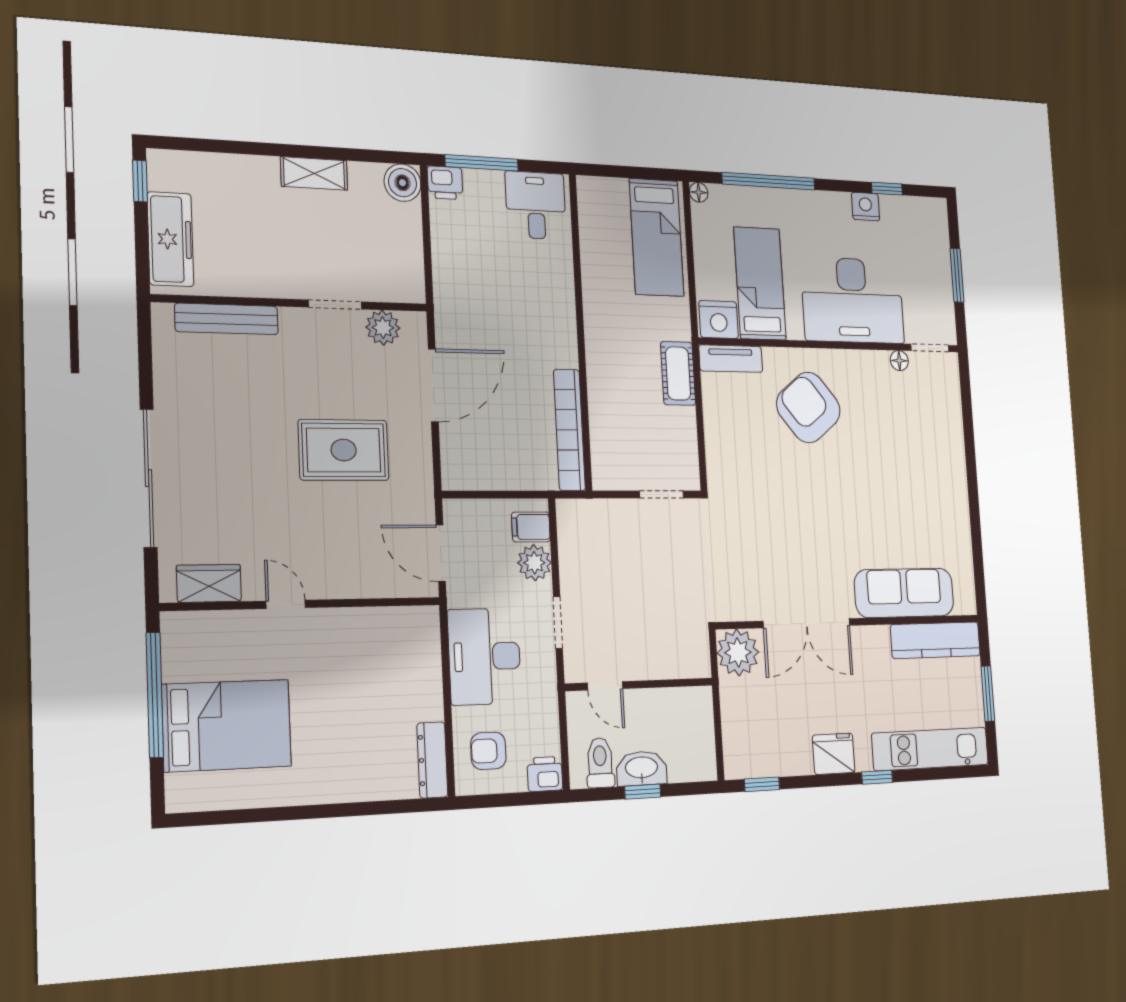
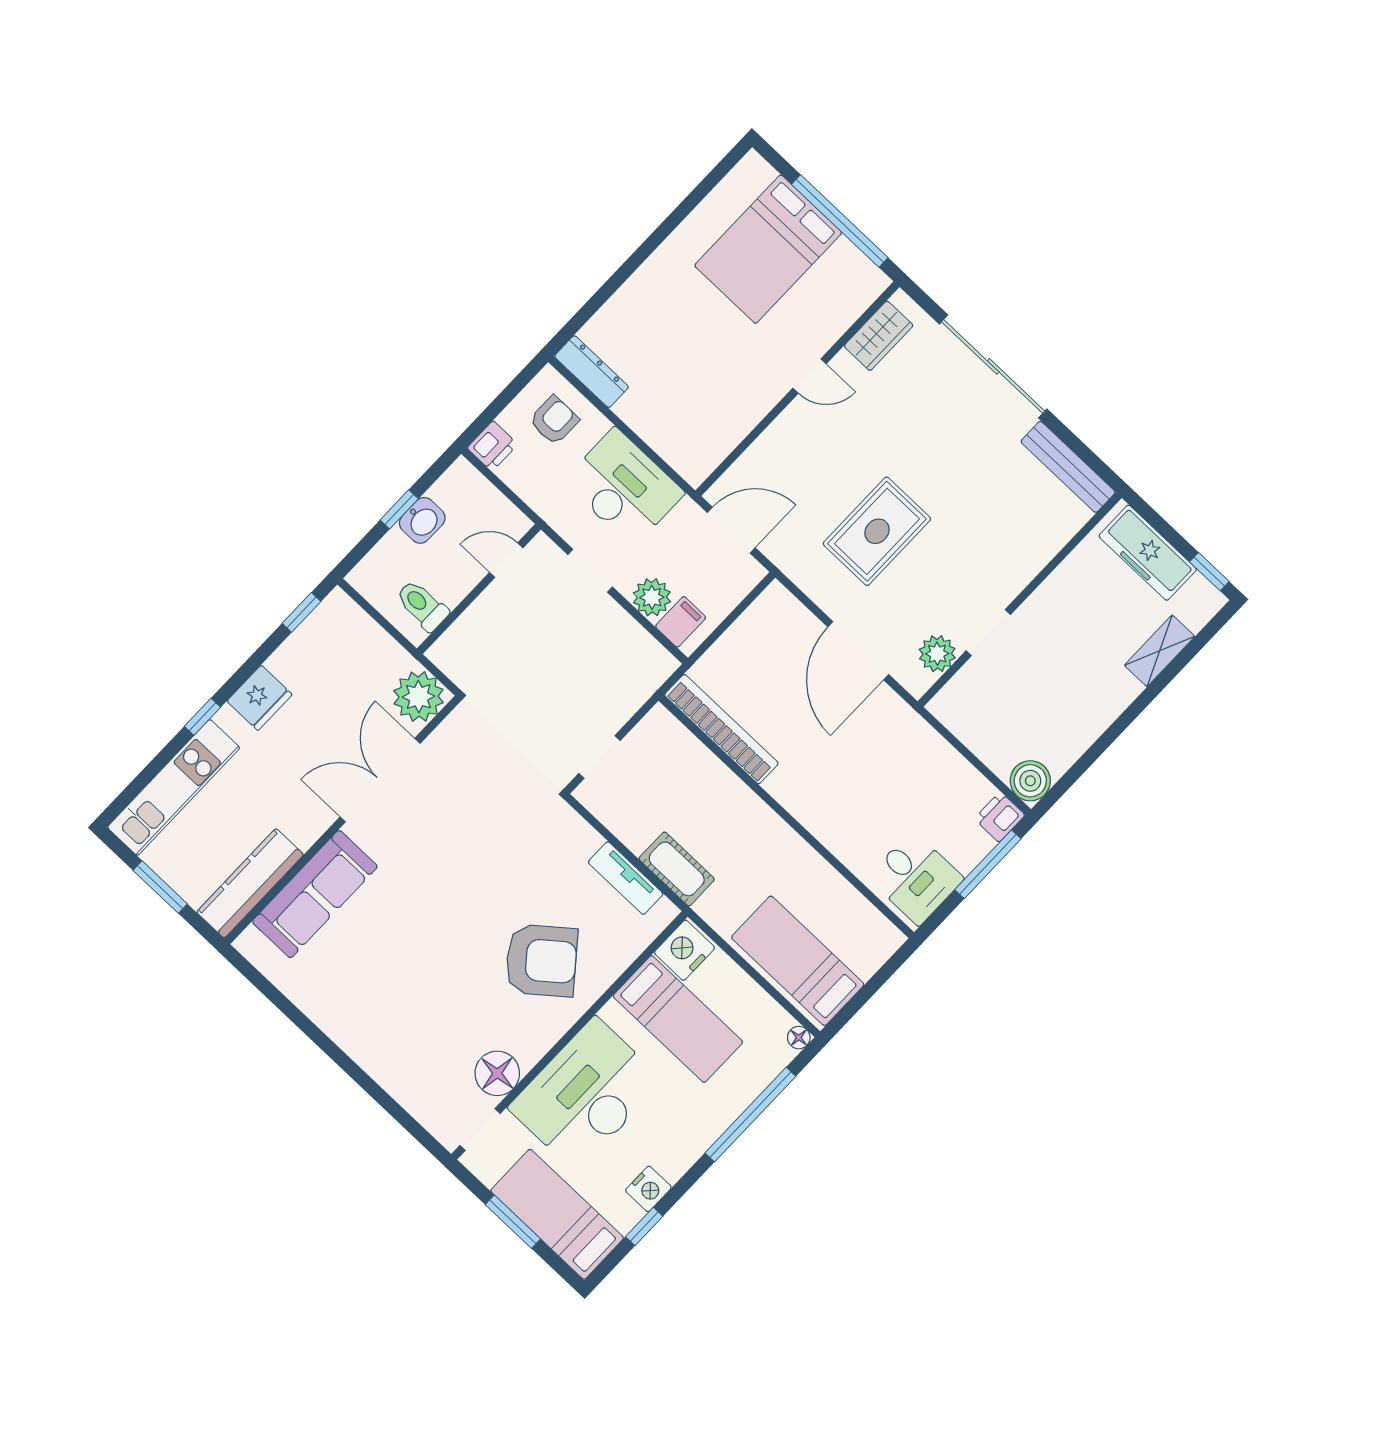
shelving: (314, 173) -> (1160, 651), moved
bed: (929, 251) -> (557, 1214), added
bench: (227, 319) -> (1068, 467), moved, turned 90
tv unit: (731, 359) -> (626, 878), moved, turned -90
floor lamp: (899, 361) -> (497, 1073), width x1.89, depth x1.89
toilet: (600, 763) -> (422, 605), moved, turned 180
washbasin: (642, 768) -> (422, 520), width x0.72

